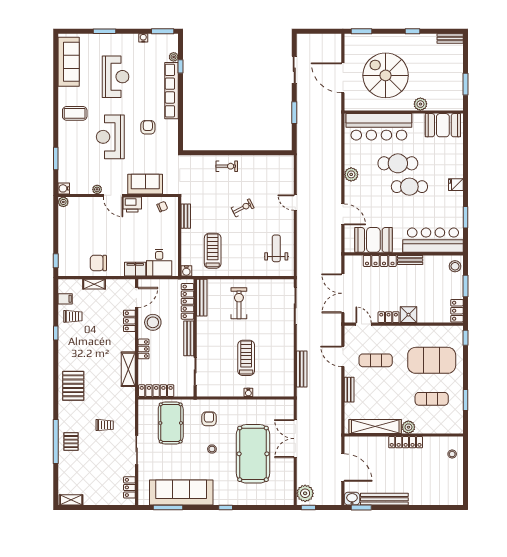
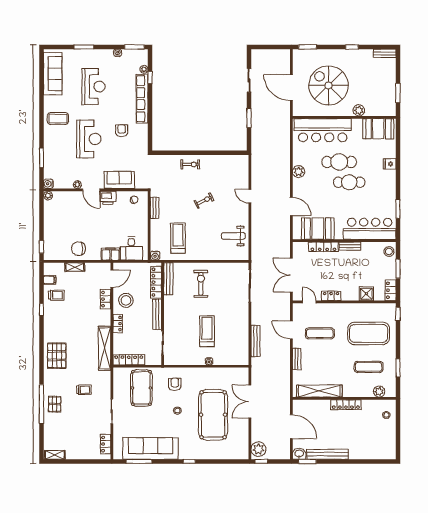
reception desk: (110, 137) -> (89, 139), turned 180
fridge: (456, 185) -> (390, 164), moved
weight bench: (276, 248) -> (233, 236), turned -90
shower: (408, 315) -> (366, 294), moved
shelving: (128, 369) -> (105, 348), width x1.47
plant: (408, 427) -> (379, 392), moved

